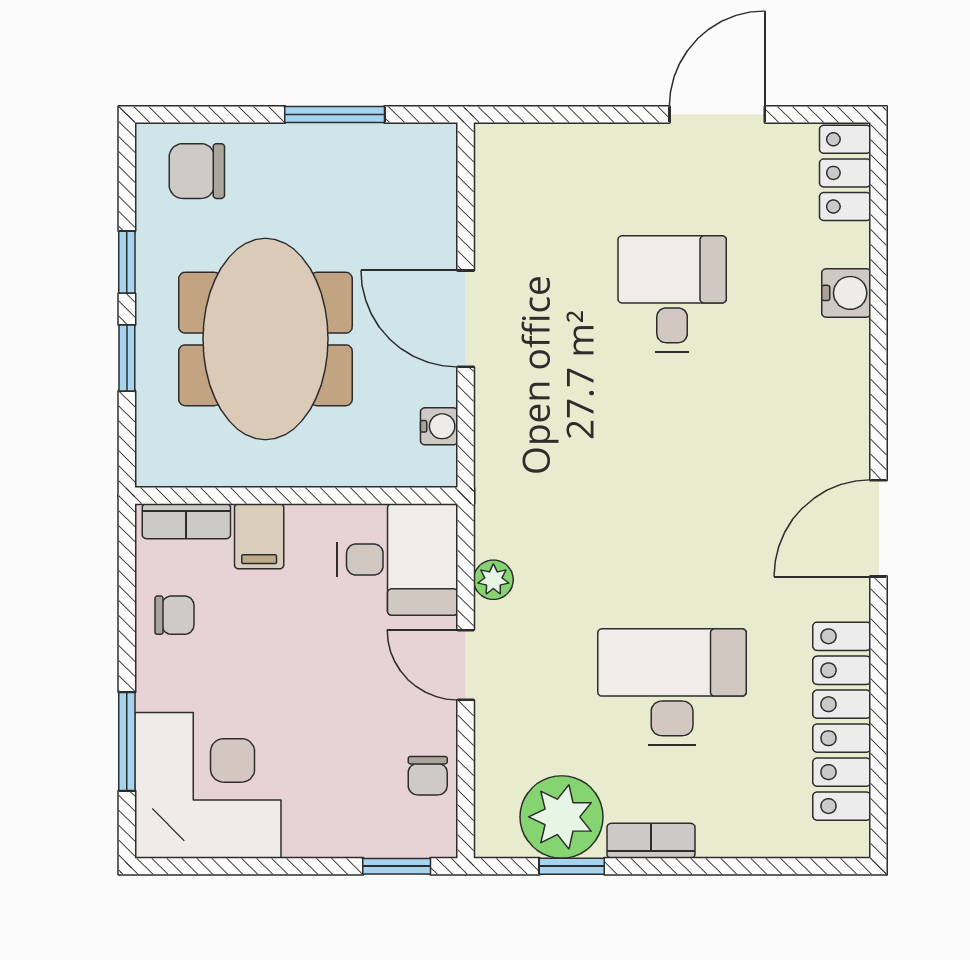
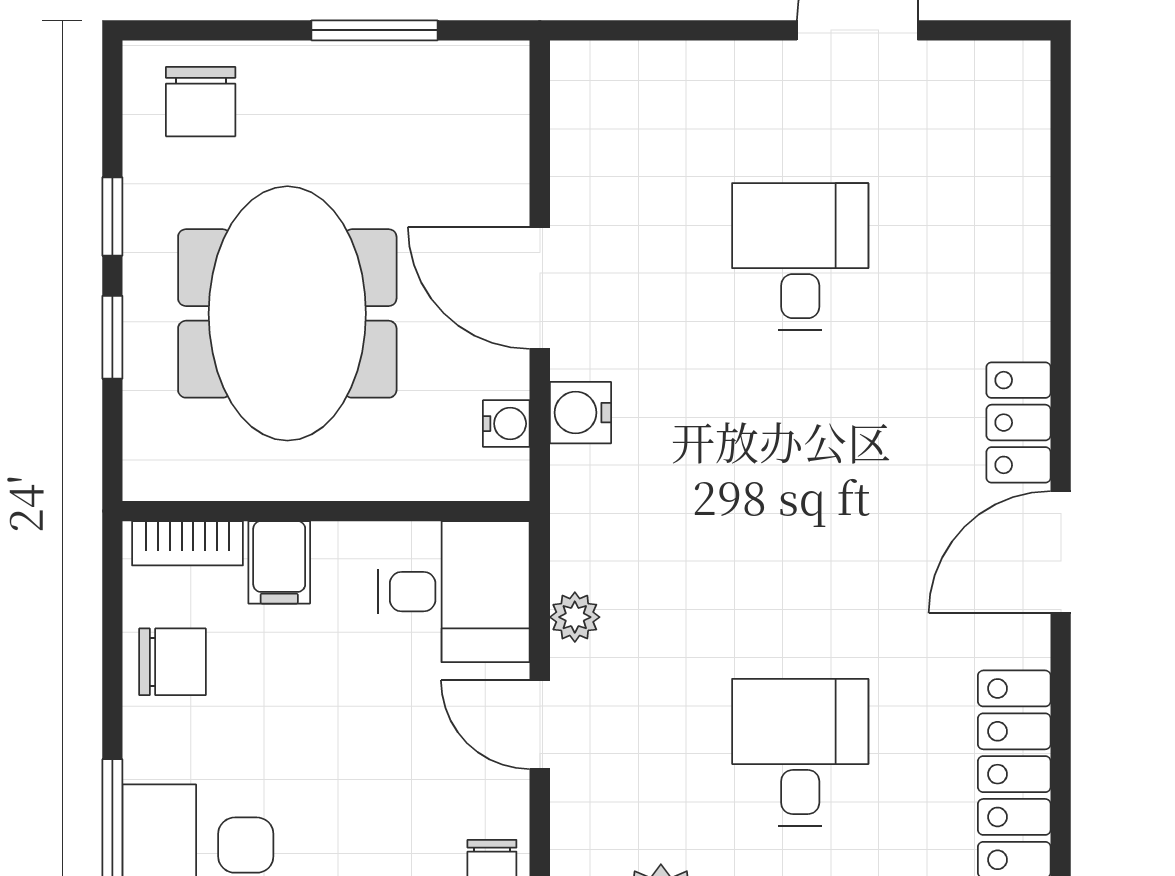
chair: (197, 171) -> (201, 102), turned -90
locker: (845, 173) -> (1018, 423), moved
water cooler: (846, 293) -> (580, 413), moved, turned 180
chair: (174, 615) -> (172, 662), width x1.37, depth x1.37
desk: (672, 687) -> (800, 752), width x0.73

